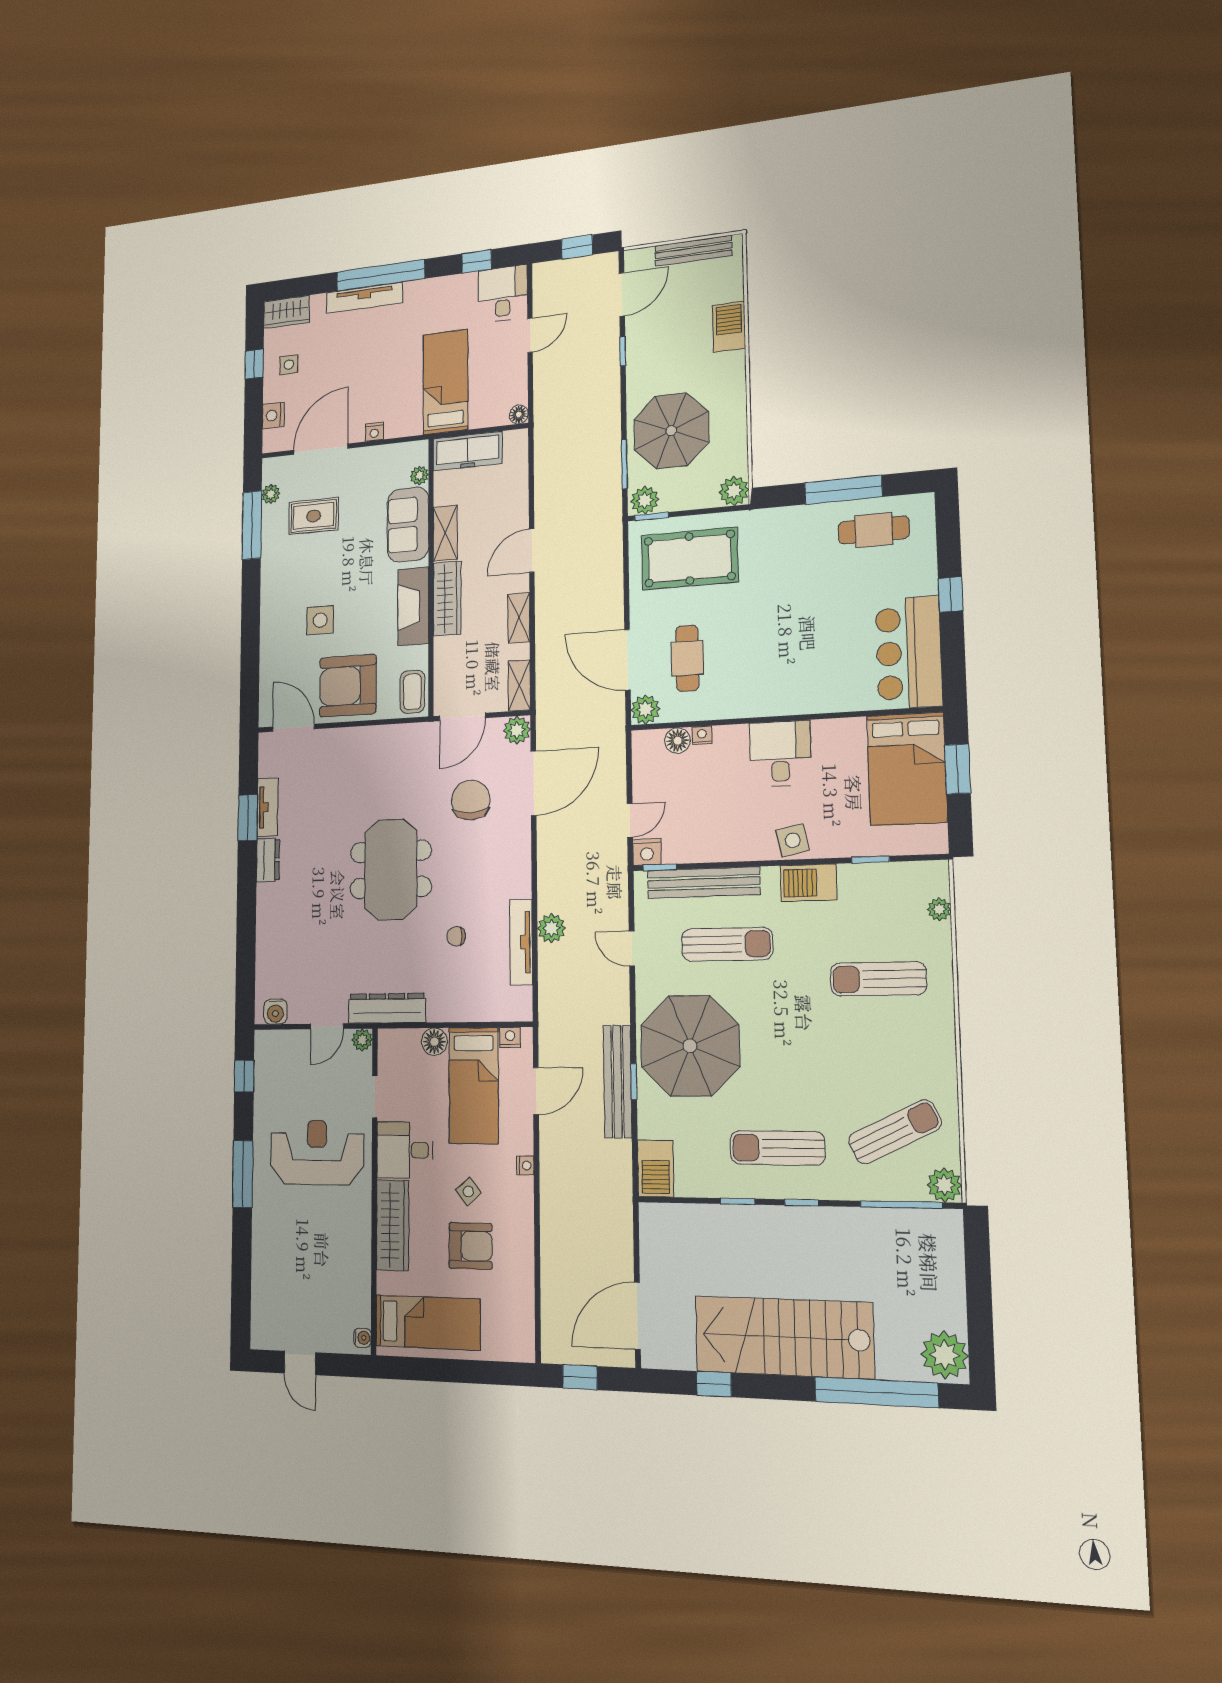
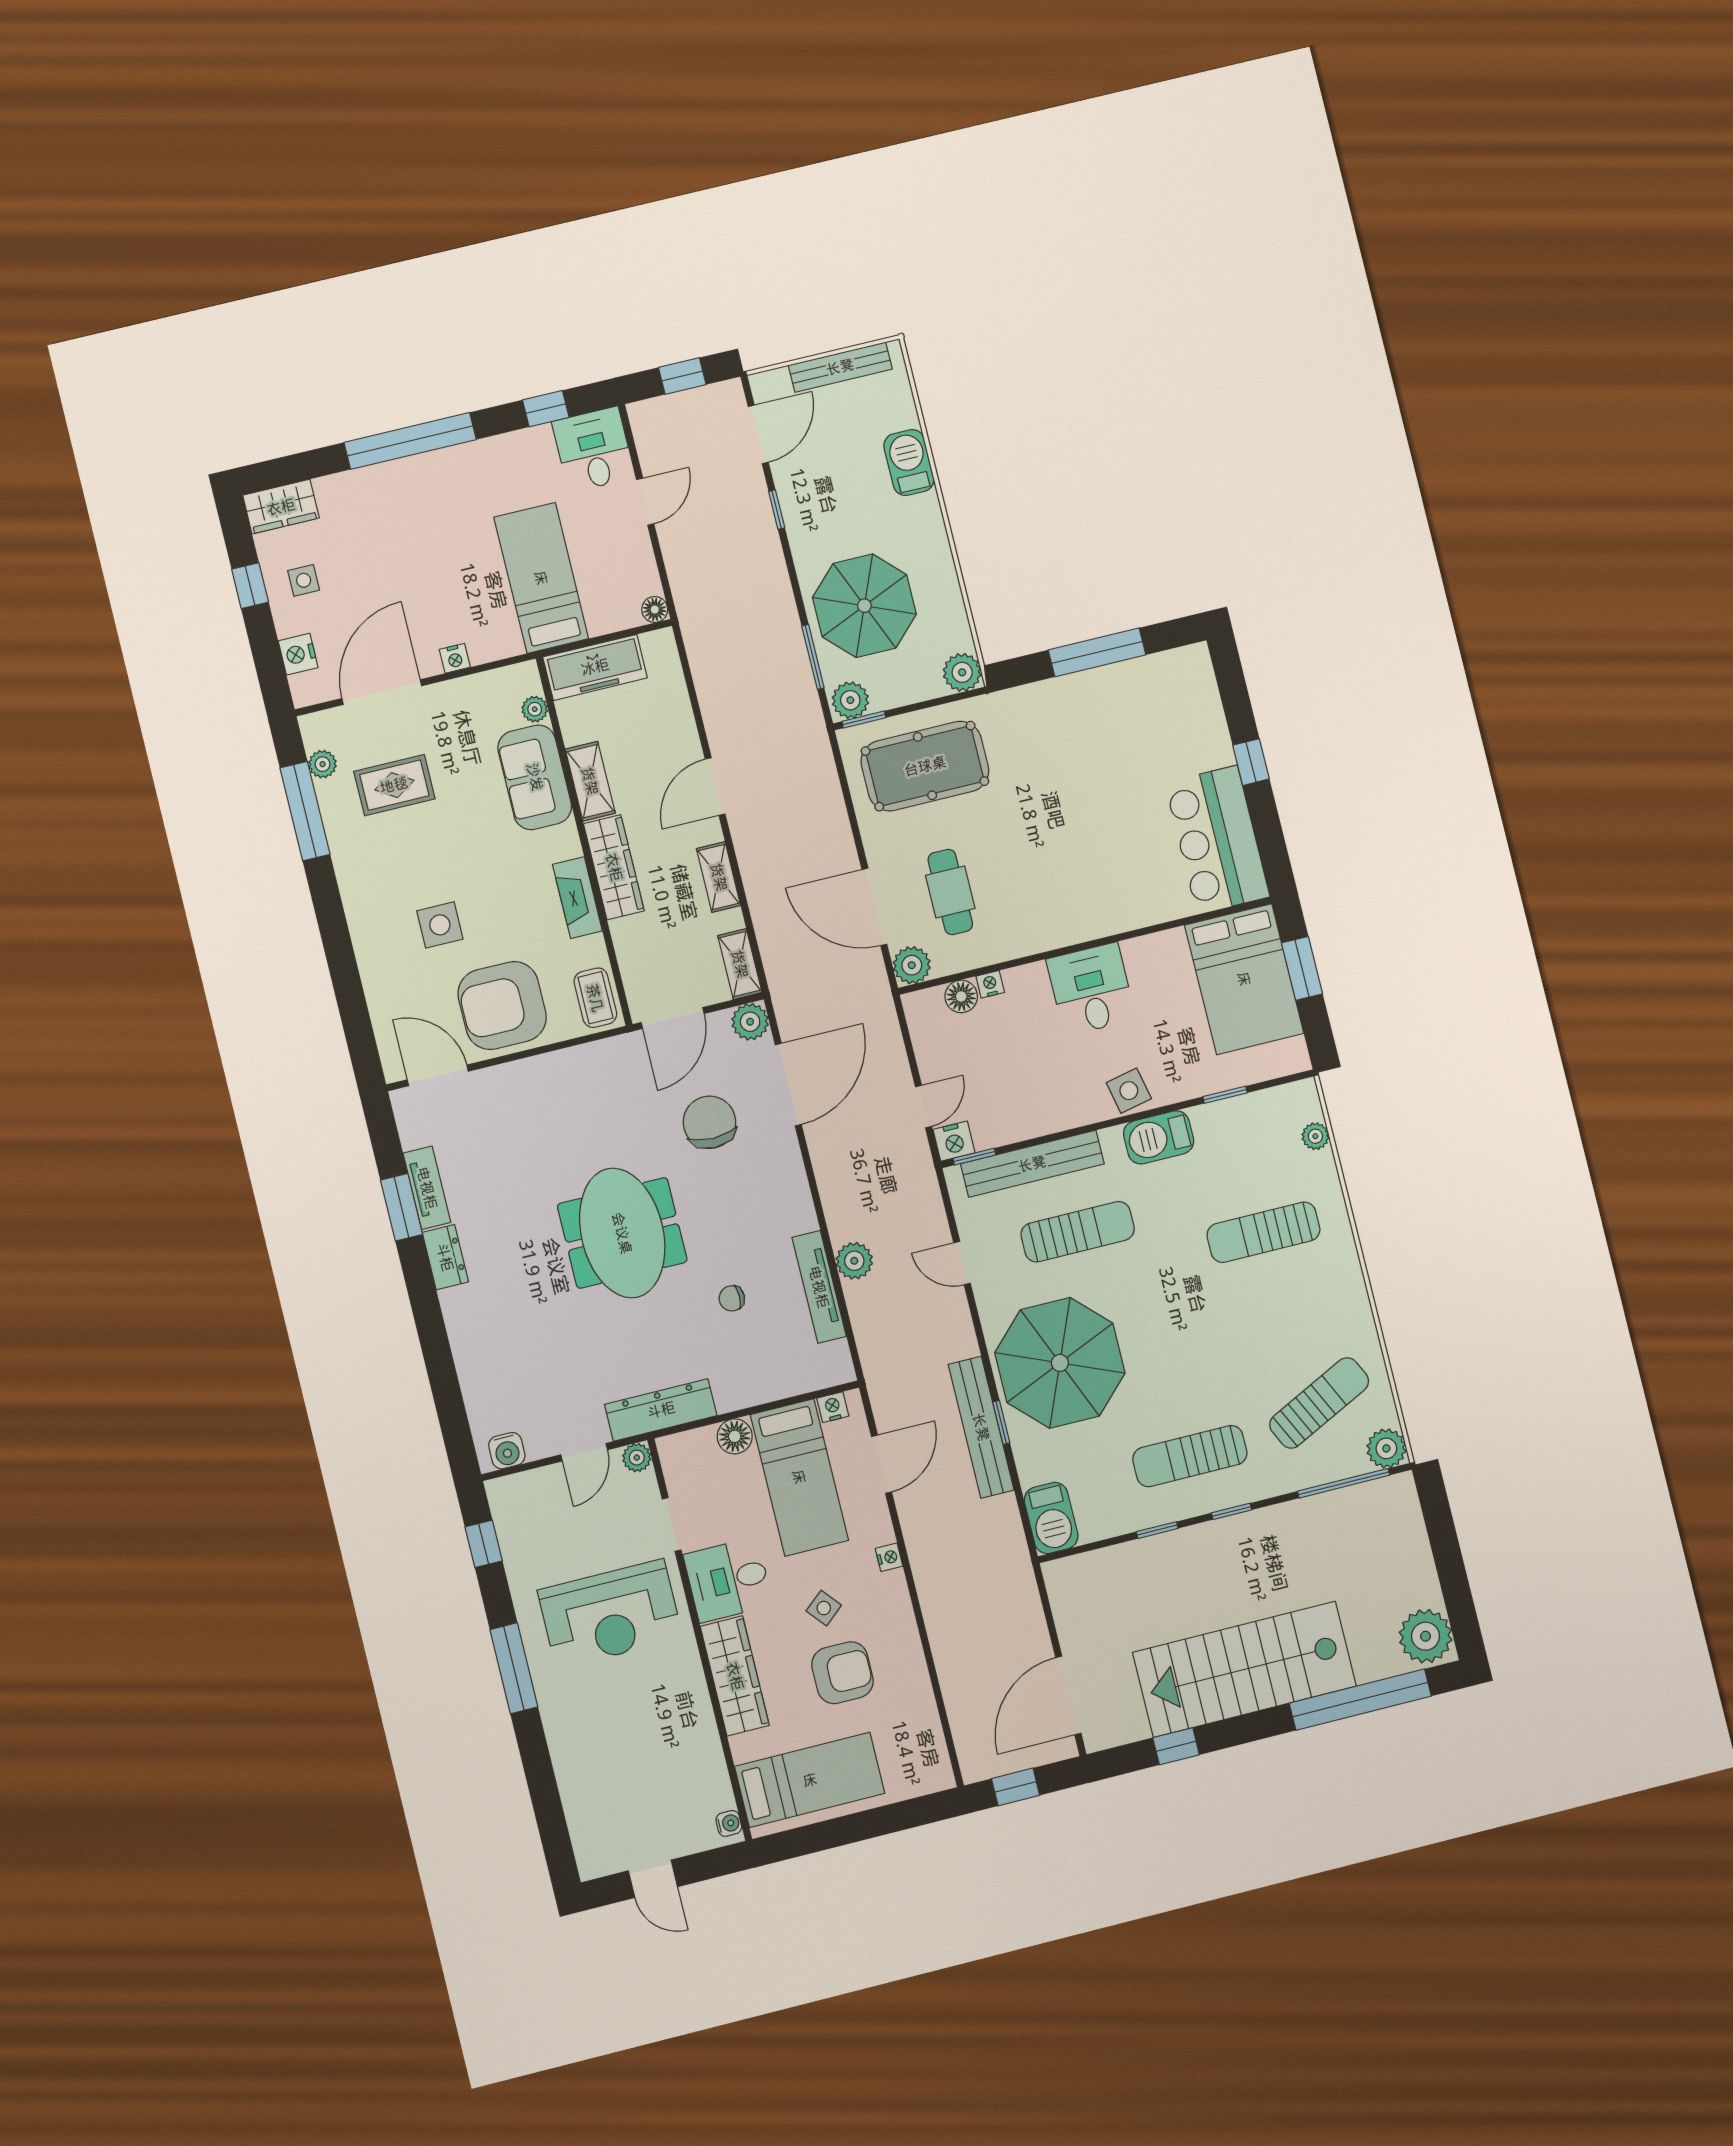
tv unit: (364, 298) -> (394, 475), removed
cafe table: (874, 530) -> (1144, 697), removed
fireplace: (413, 606) -> (577, 898), width x0.73, depth x0.76
reception desk: (317, 1153) -> (610, 1614), turned 180

